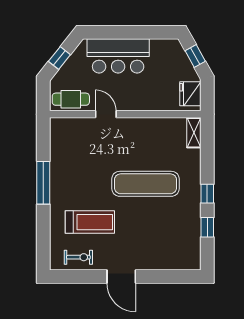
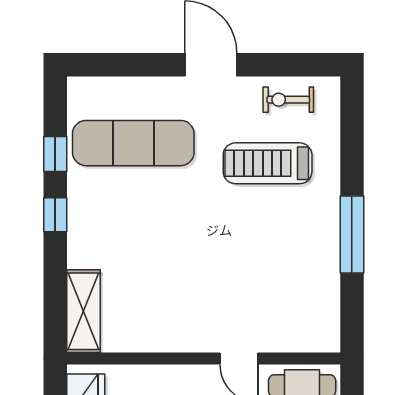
shelving: (194, 133) -> (83, 311), width x1.50, depth x1.33
exercise mat: (145, 184) -> (133, 143), moved

